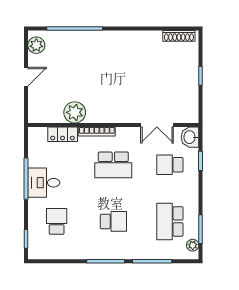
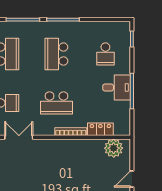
plant: (75, 112) -> (114, 148), moved
school desk: (113, 165) -> (56, 103), turned 180
school desk: (113, 221) -> (56, 54), width x1.85

